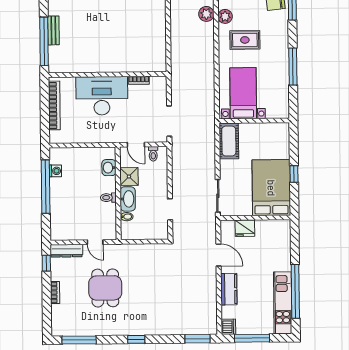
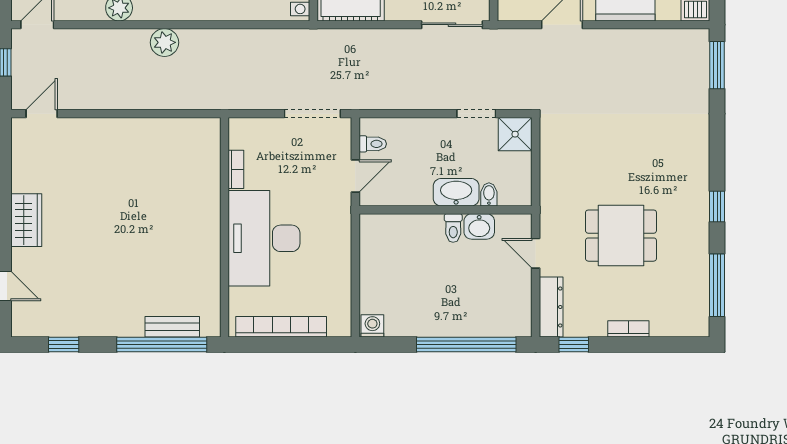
plant: (206, 14) -> (164, 42), moved
bench: (53, 30) -> (172, 327), moved
washbasin: (109, 168) -> (479, 226), moved
washing machine: (55, 171) -> (372, 326), moved
shower: (129, 177) -> (515, 134), moved
window: (46, 187) -> (466, 344), moved
door: (95, 242) -> (536, 253), swing flipped
window: (136, 339) -> (717, 206), moved

